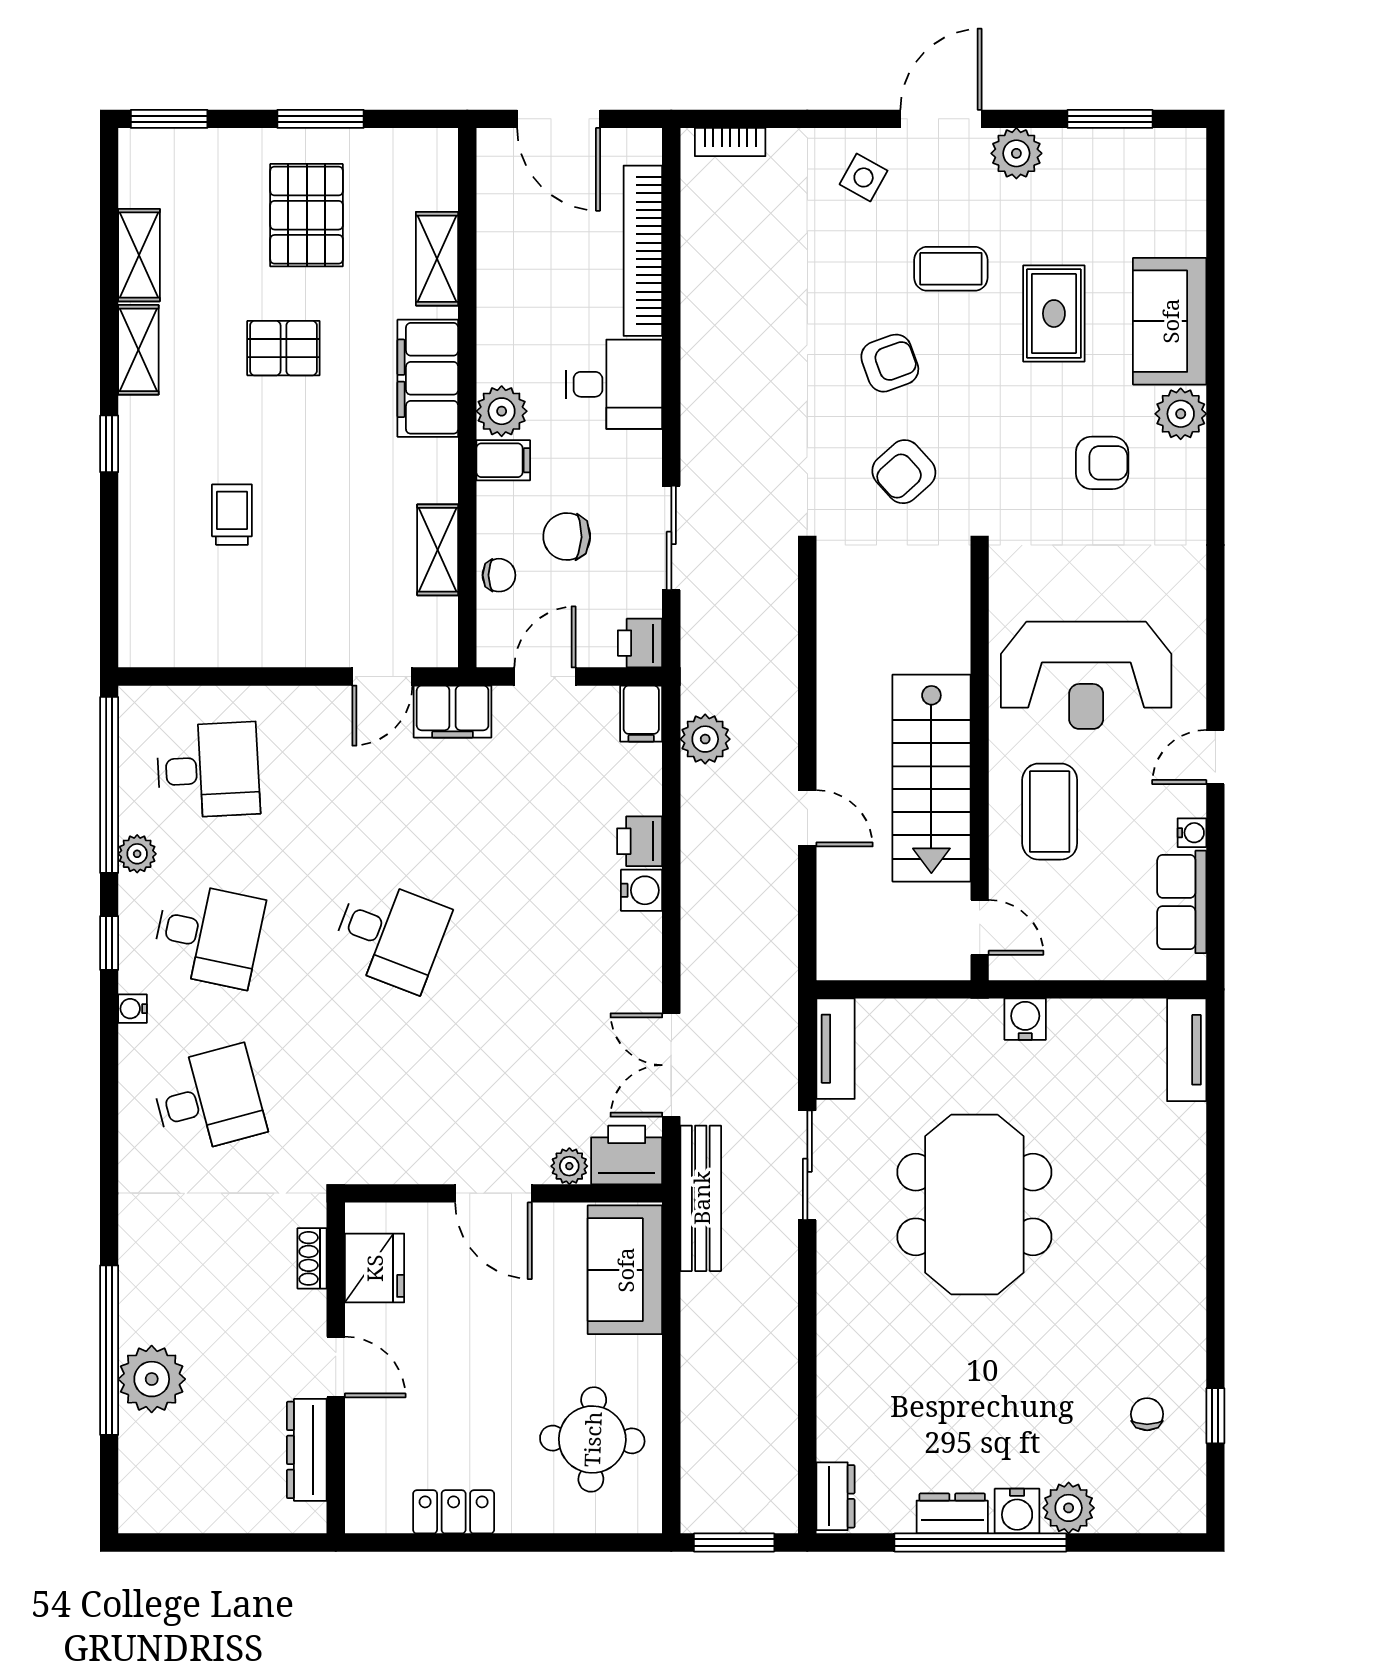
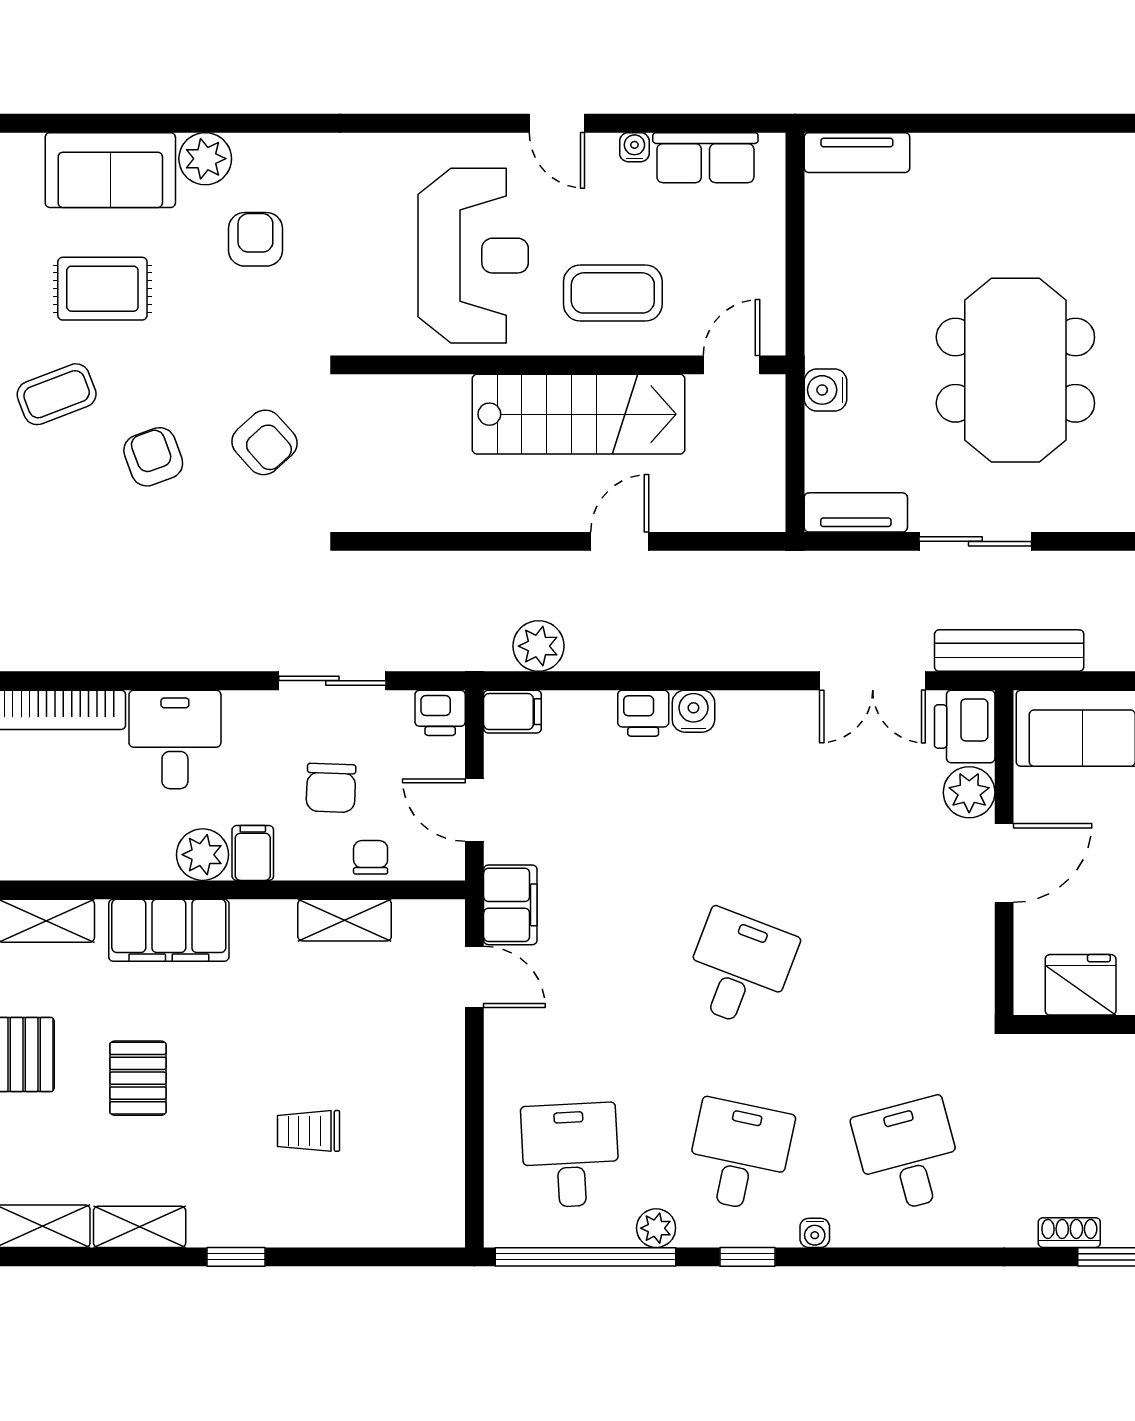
coffee table: (951, 269) -> (57, 394), turned 69
water cooler: (1025, 1019) -> (826, 390), moved
plant: (569, 1166) -> (969, 792), width x1.38, depth x1.38
meeting table: (974, 1204) -> (1015, 370), turned 90
shoe rack: (312, 1258) -> (1069, 1233), moved, turned 180

